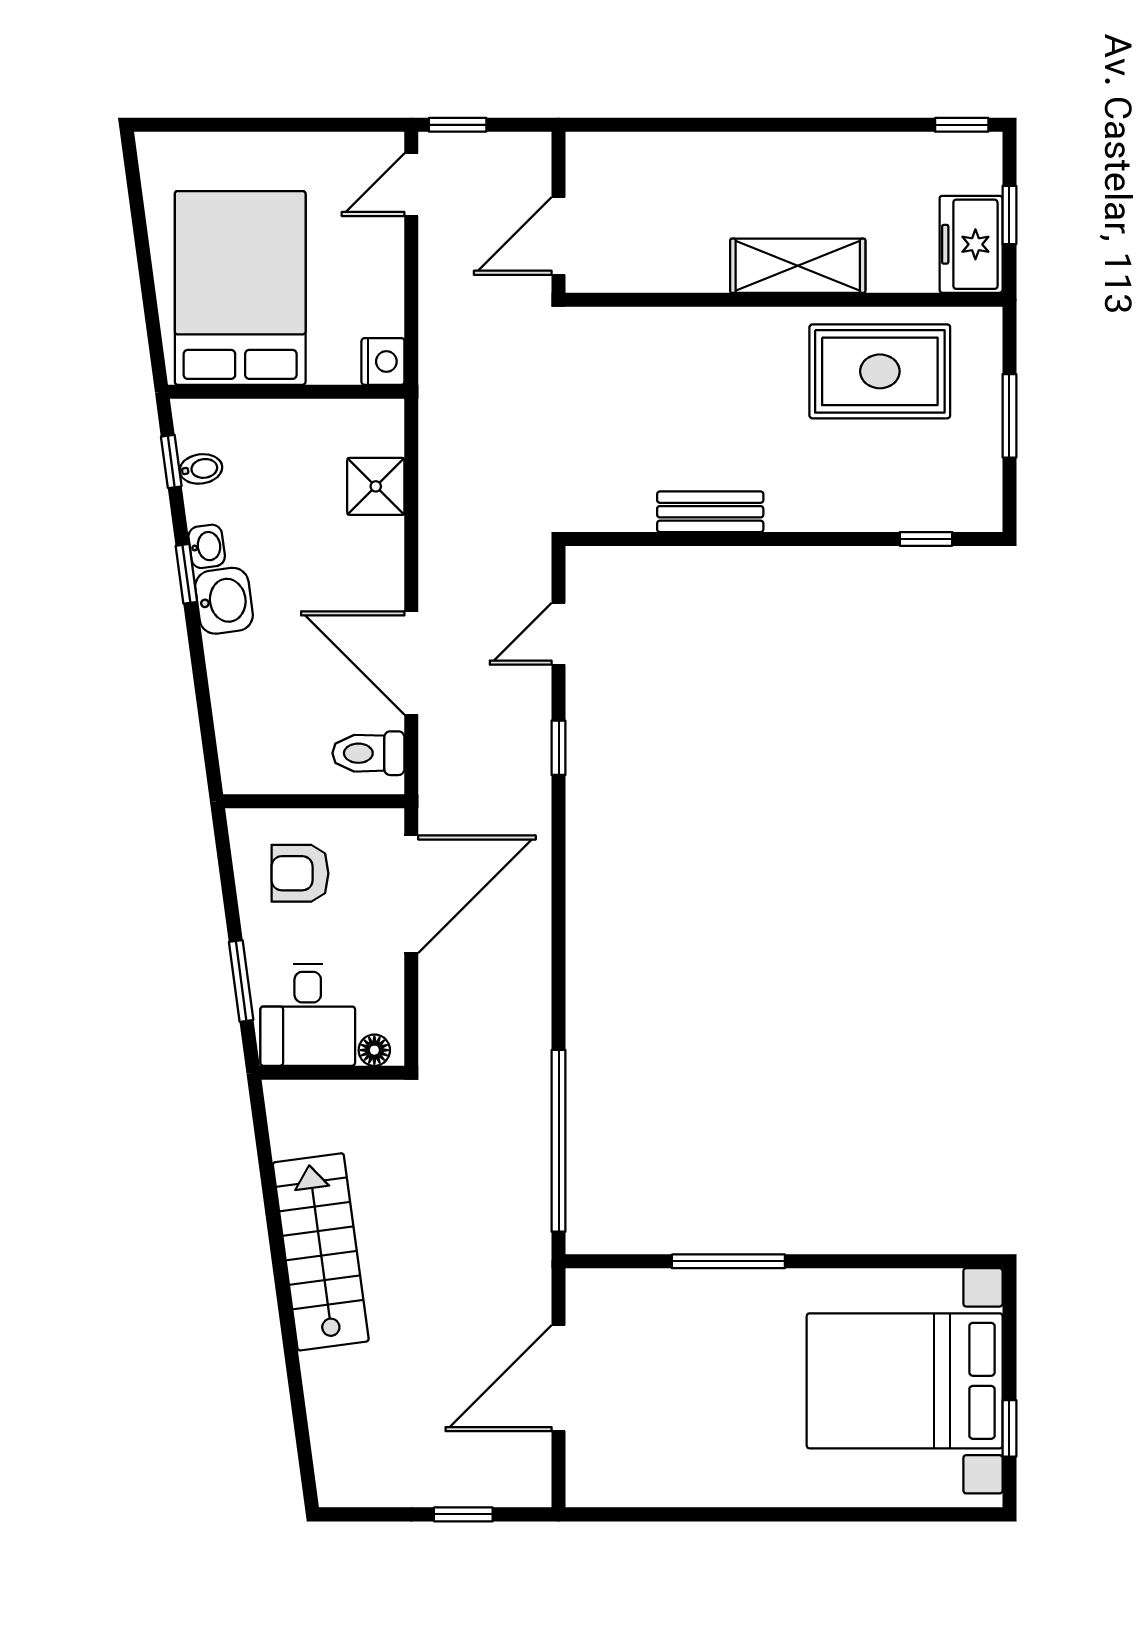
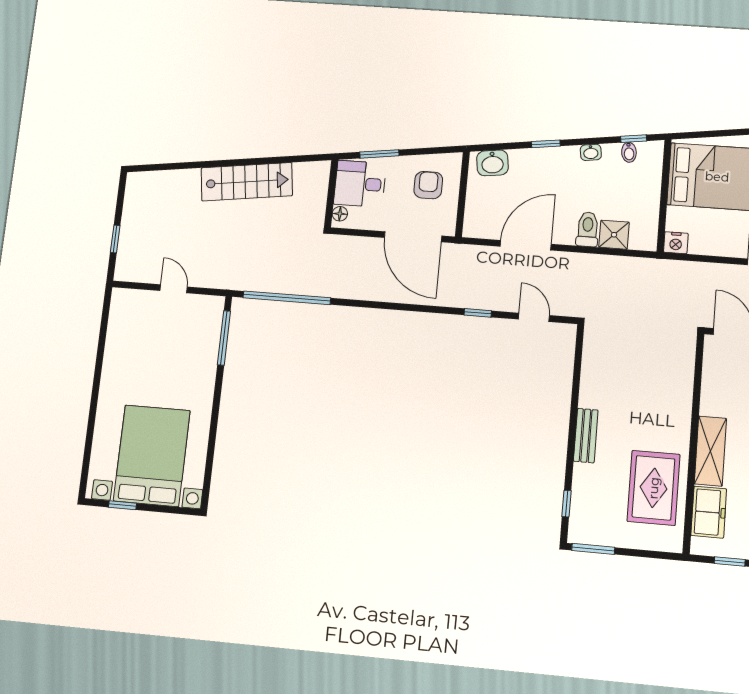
freezer: (971, 244) -> (709, 512), moved, turned 90
window: (1009, 416) -> (593, 549), moved
bench: (710, 512) -> (586, 436), moved
window: (186, 574) -> (546, 144), moved
washbasin: (224, 601) -> (492, 163), moved
toilet: (368, 753) -> (588, 229), moved
window: (728, 1261) -> (224, 338), moved
door: (559, 1378) -> (174, 289), width x0.53

